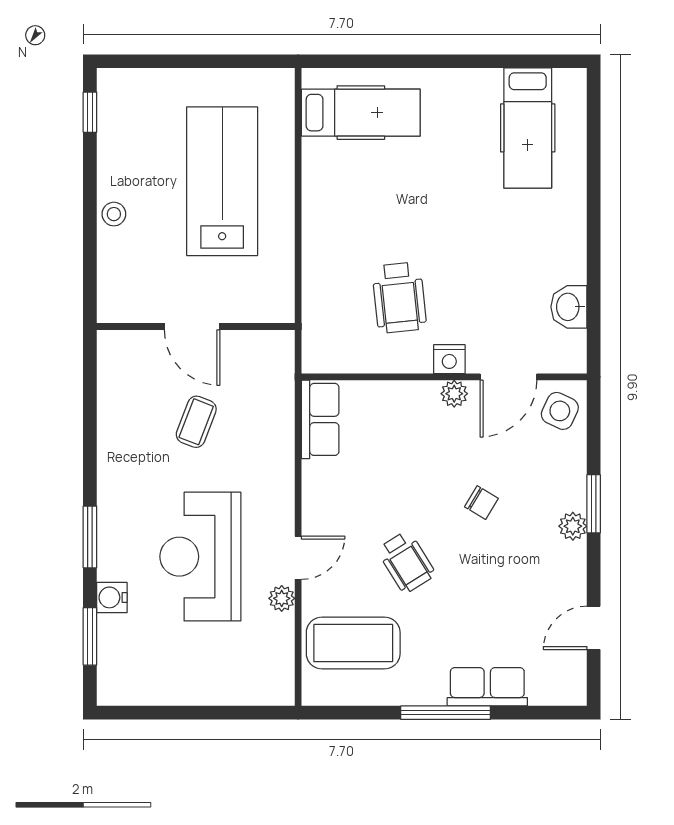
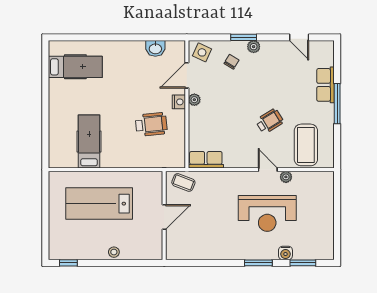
hospital bed: (361, 113) -> (89, 142), moved
door: (508, 377) -> (187, 75), swing flipped
coffee table: (196, 422) -> (183, 182), moved
chair: (481, 503) -> (231, 62), moved

